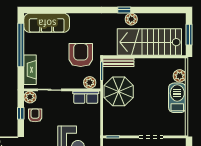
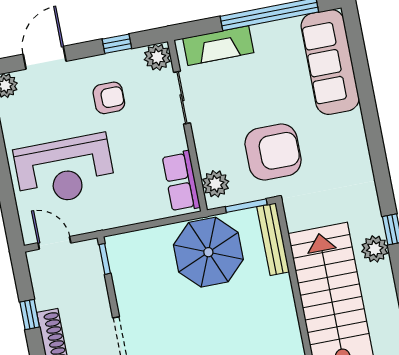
armchair: (35, 115) -> (109, 98), moved

